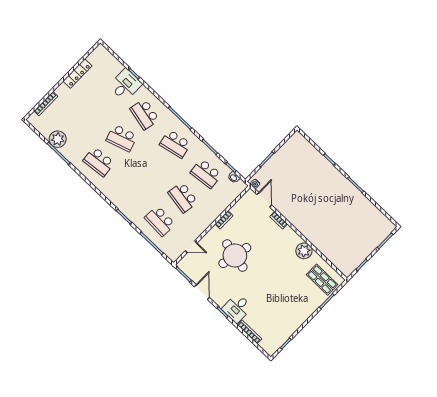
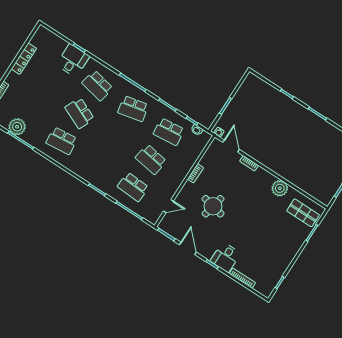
school desk: (122, 138) -> (80, 113), turned 42
round table: (235, 256) -> (213, 206), width x0.73, depth x0.73

